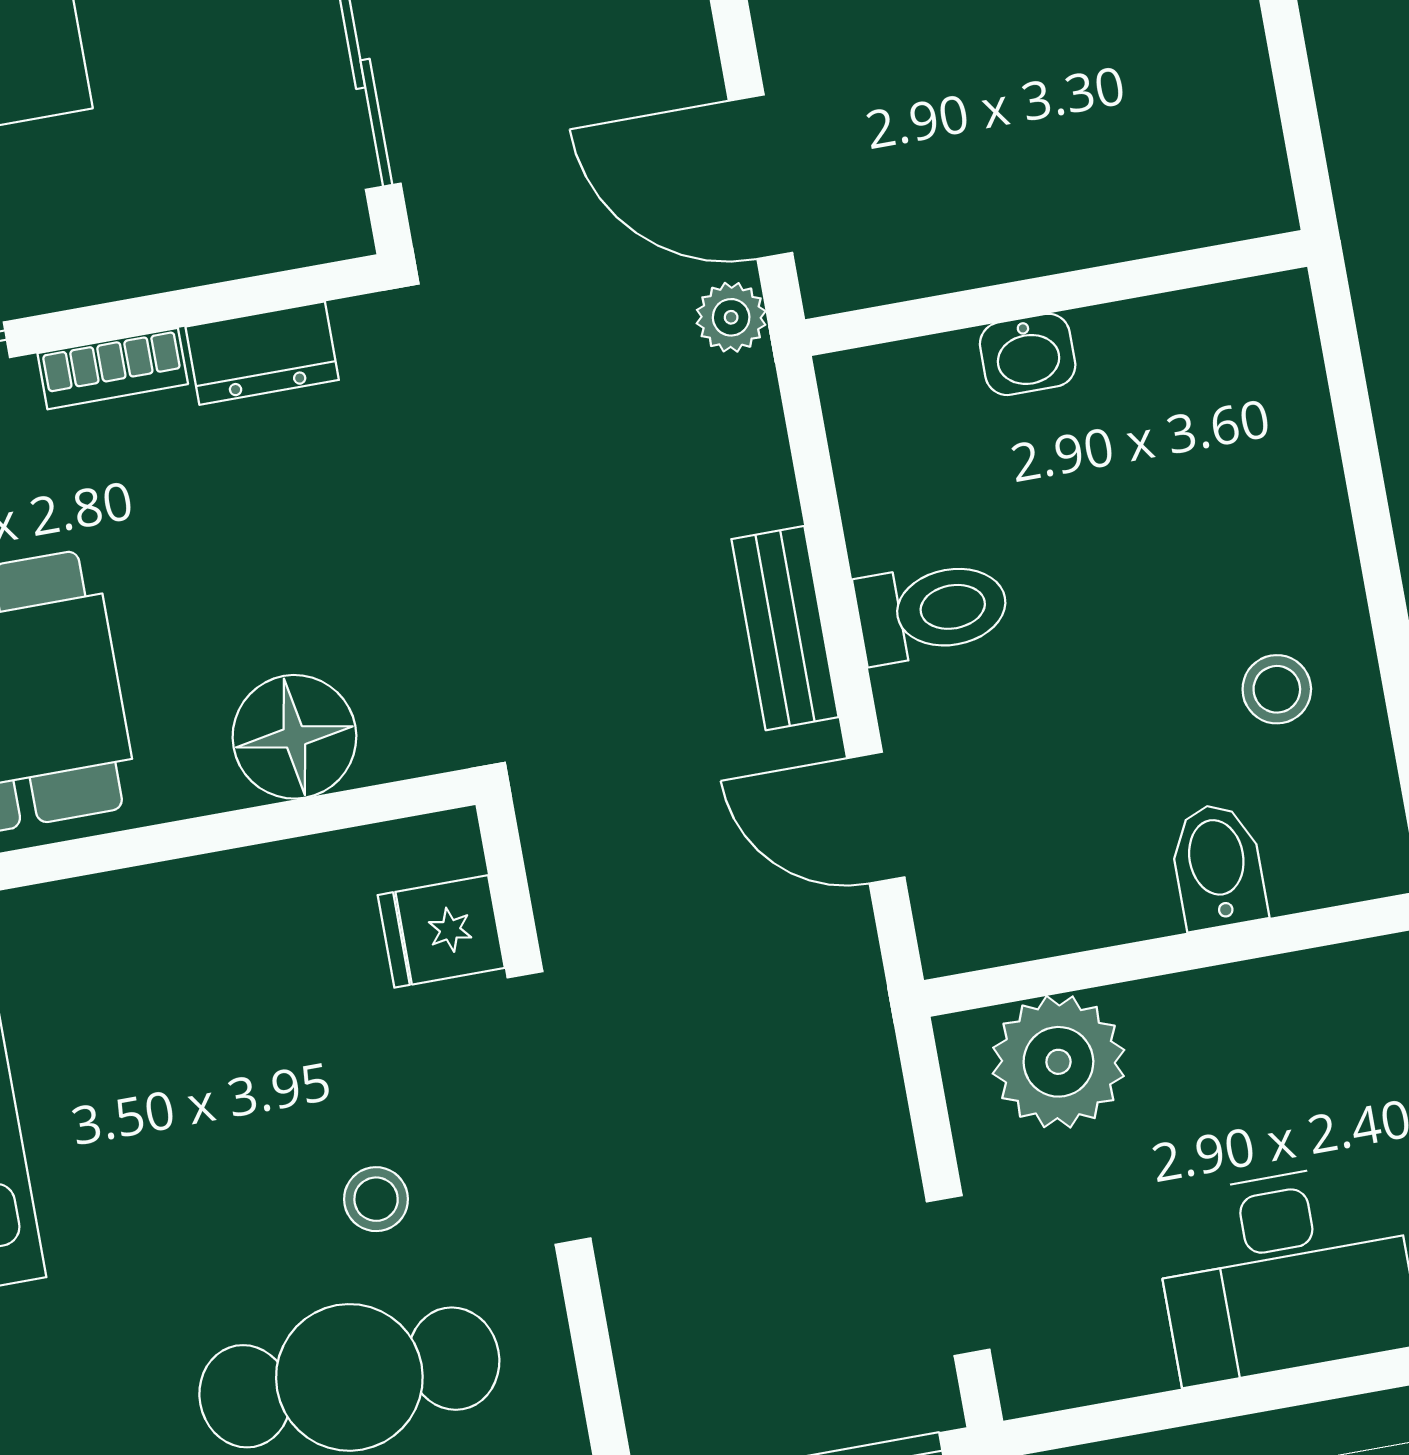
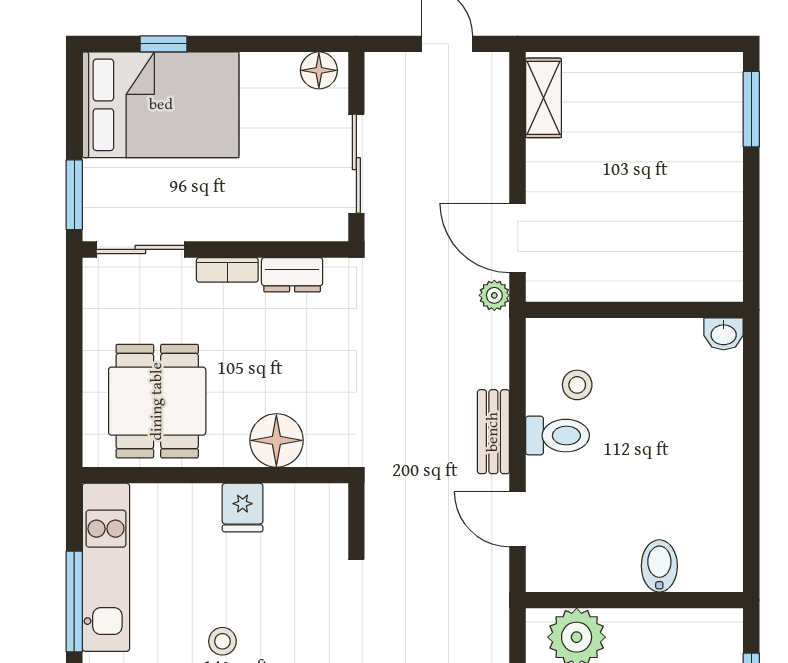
washbasin: (1028, 354) -> (724, 334), moved
stool: (1277, 689) -> (577, 385), moved
fridge: (441, 931) -> (243, 508), moved, turned -90
stool: (376, 1199) -> (222, 641), moved

